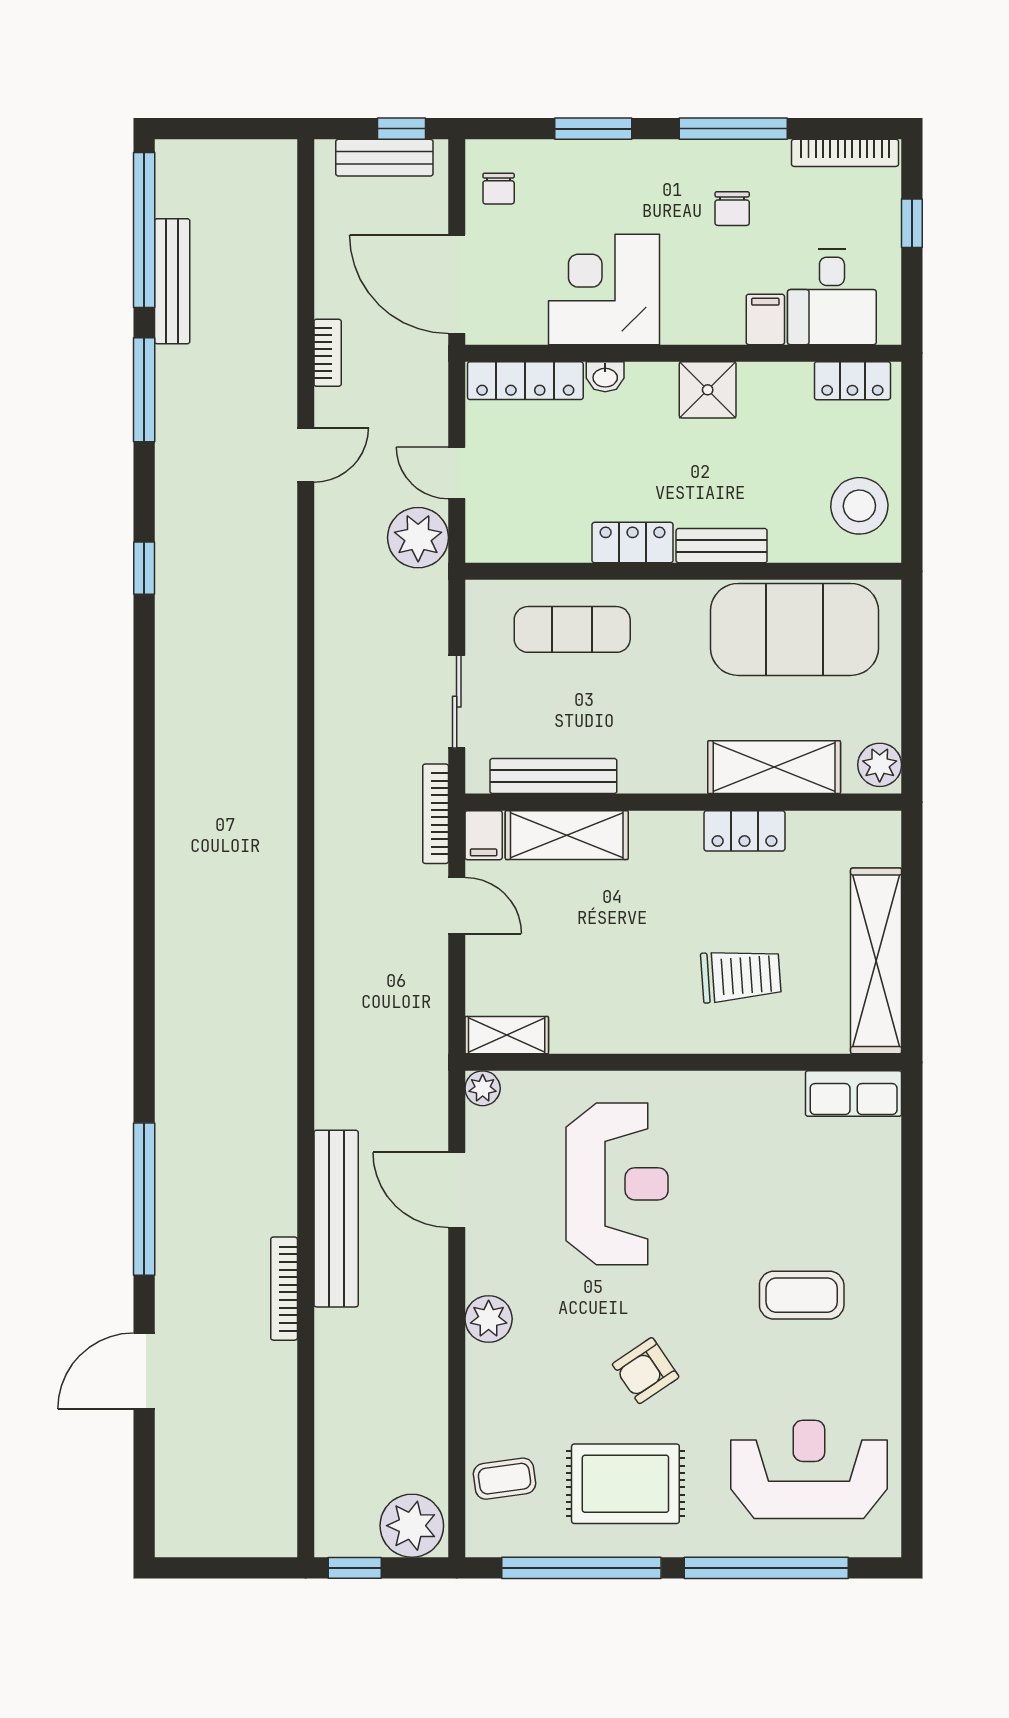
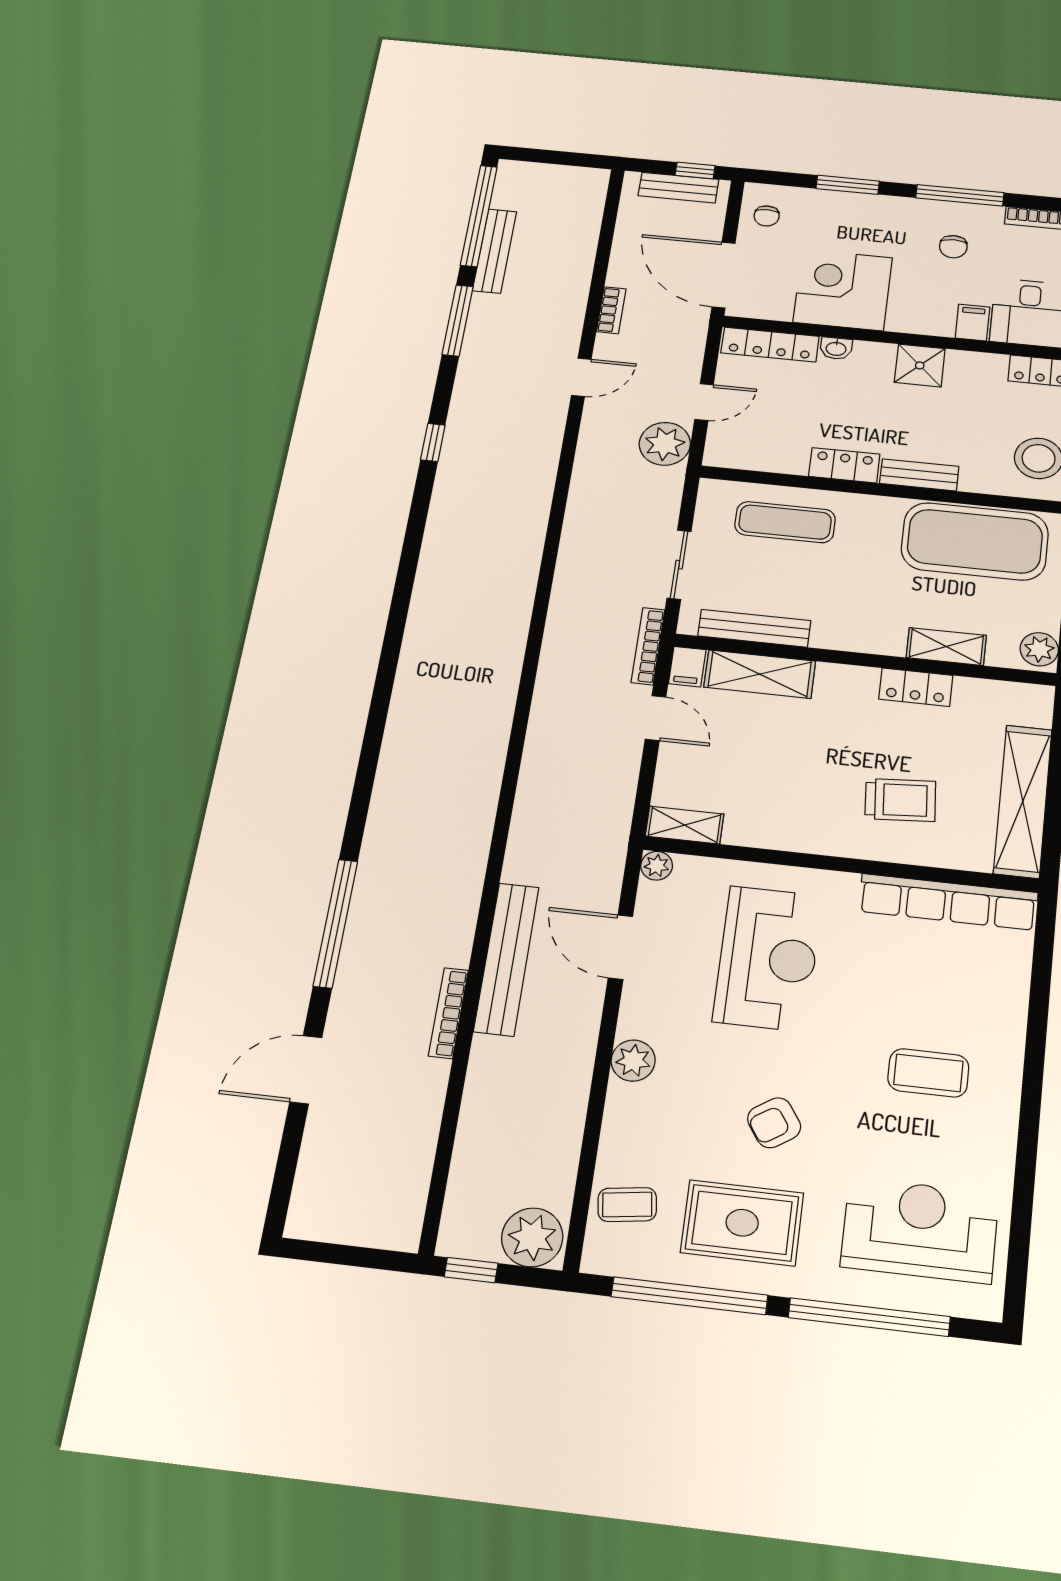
door: (457, 473) -> (704, 402), swing flipped
shelving: (774, 767) -> (946, 647), width x0.67, depth x0.75
row of seats: (854, 1094) -> (948, 902), width x2.02

